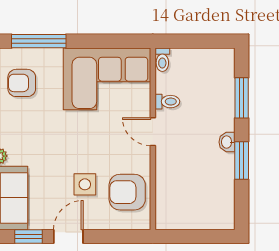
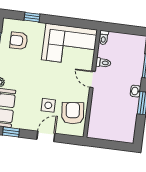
window: (39, 41) -> (32, 17), width x0.46
armchair: (127, 192) -> (73, 113), turned 84
door: (68, 237) -> (46, 136), moved

